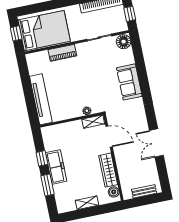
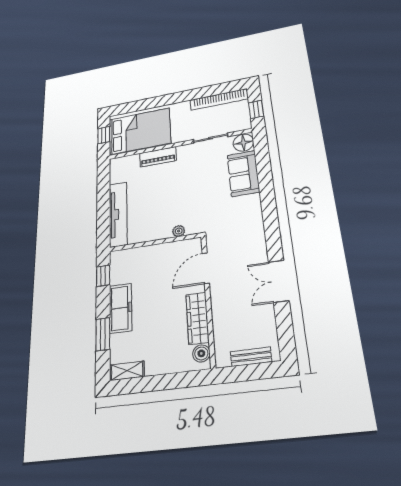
sofa: (129, 82) -> (243, 173), moved
shelving: (93, 122) -> (185, 246), removed
door: (109, 137) -> (206, 268), swing flipped
window: (42, 158) -> (103, 276), moved
shelving: (87, 203) -> (127, 371), moved

